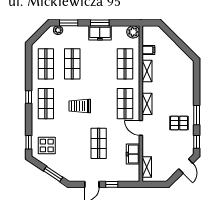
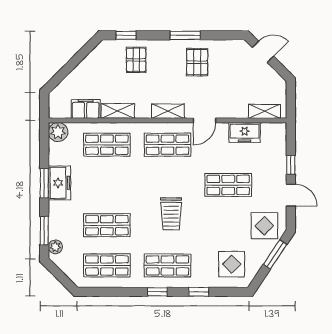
filing cabinet: (148, 50) -> (86, 109), width x2.00
pallet: (181, 83) -> (136, 60), added
window: (29, 142) -> (199, 292), moved
window: (197, 142) -> (126, 35), moved
display table: (72, 167) -> (264, 226), added

